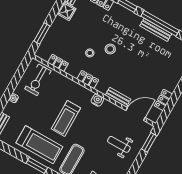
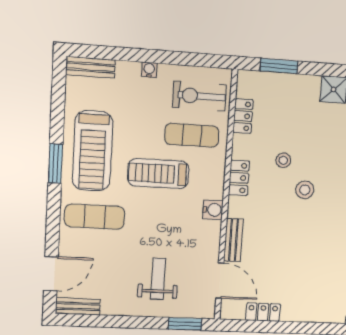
exercise mat: (55, 93) -> (192, 135), added

